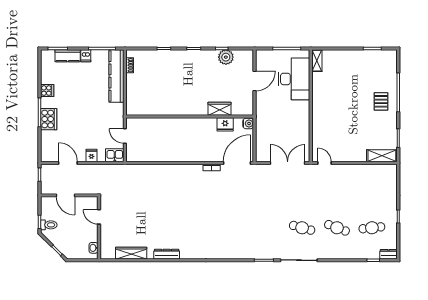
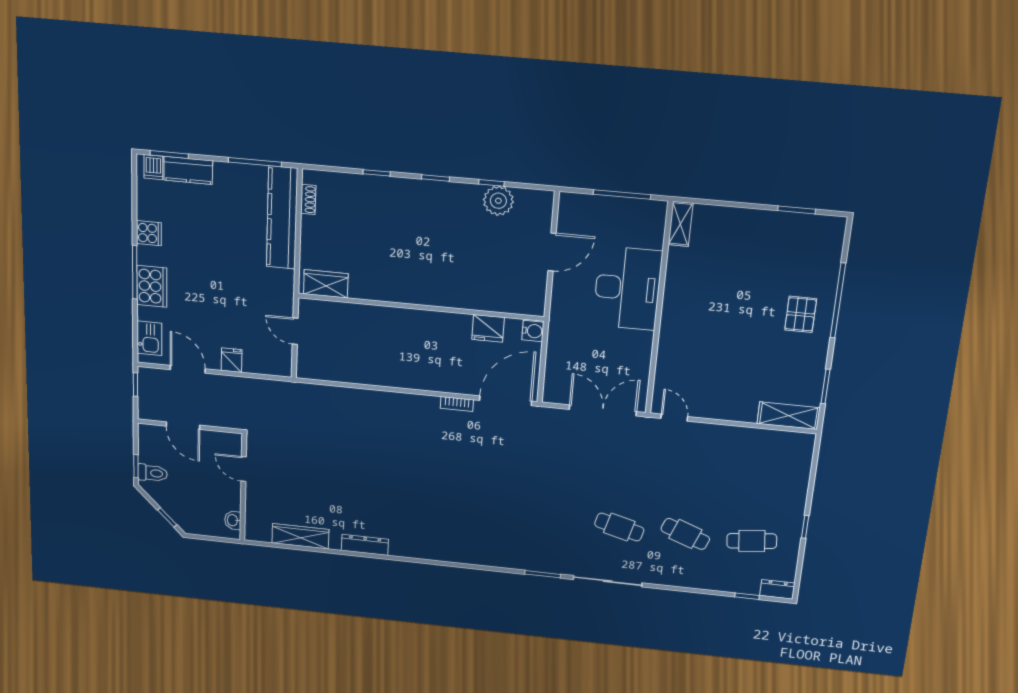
dishwasher: (86, 56) -> (153, 167), moved
desk: (294, 79) -> (627, 288), moved
wardrobe: (220, 109) -> (326, 284), moved
kitchen sink: (115, 155) -> (149, 338), moved, turned 90

